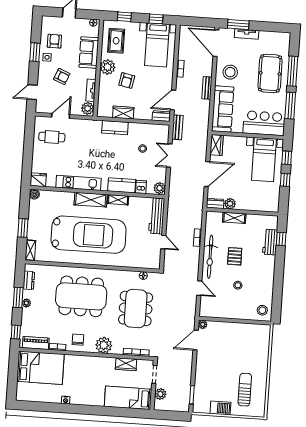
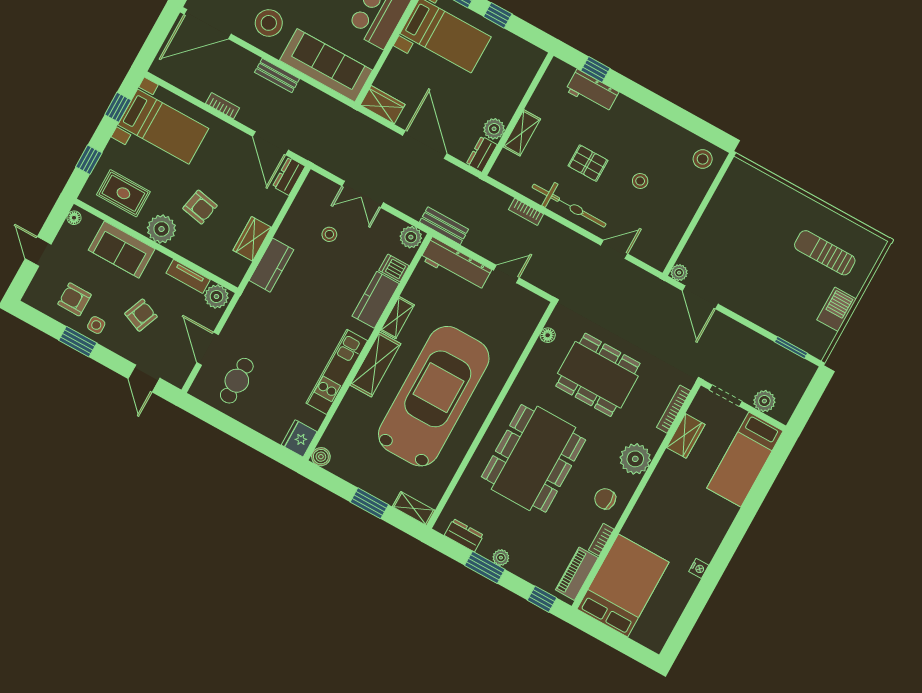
bench: (177, 127) -> (444, 226), moved

